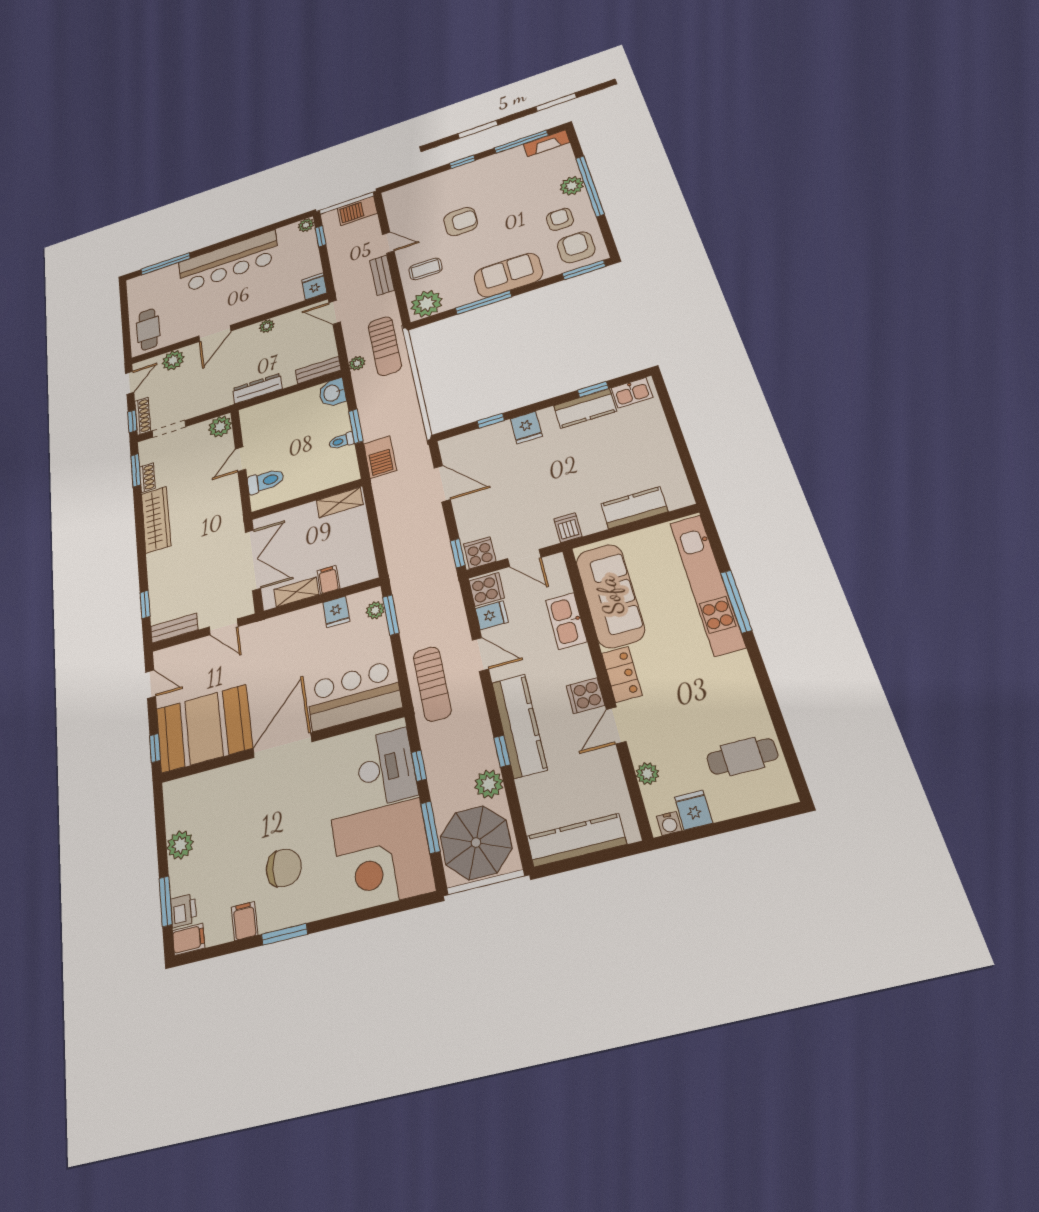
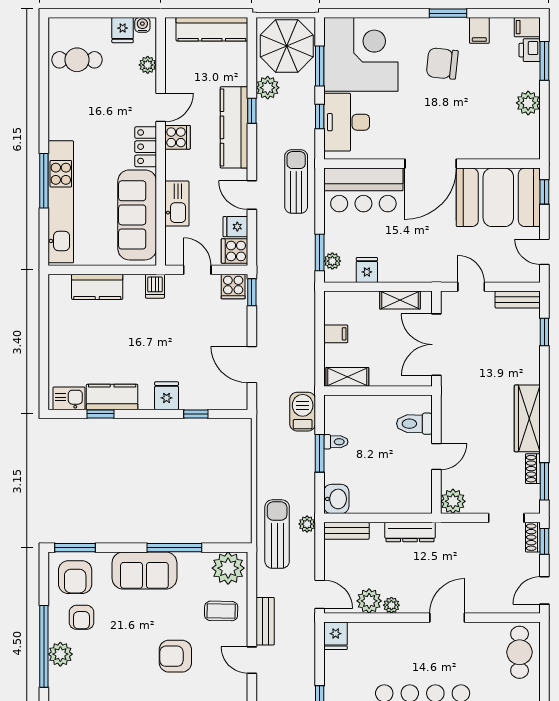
plant: (173, 360) -> (369, 601), moved
shoe rack: (143, 416) -> (533, 537), width x0.70
filing cabinet: (328, 580) -> (336, 334), moved, turned -90

